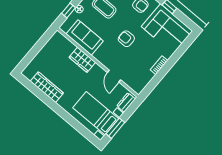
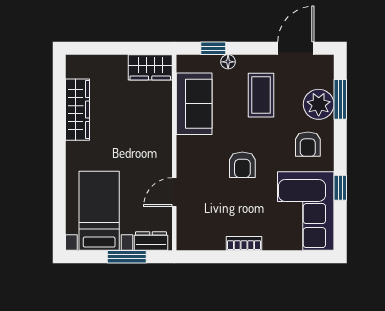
armchair: (126, 39) -> (242, 165), turned 180
wardrobe: (82, 60) -> (150, 67), moved, turned -90
window: (115, 128) -> (127, 257), moved

